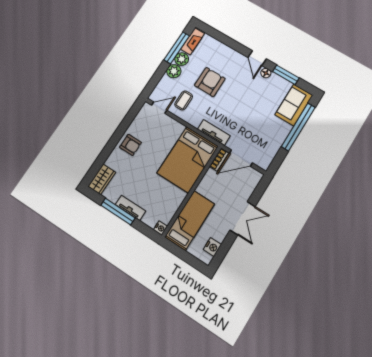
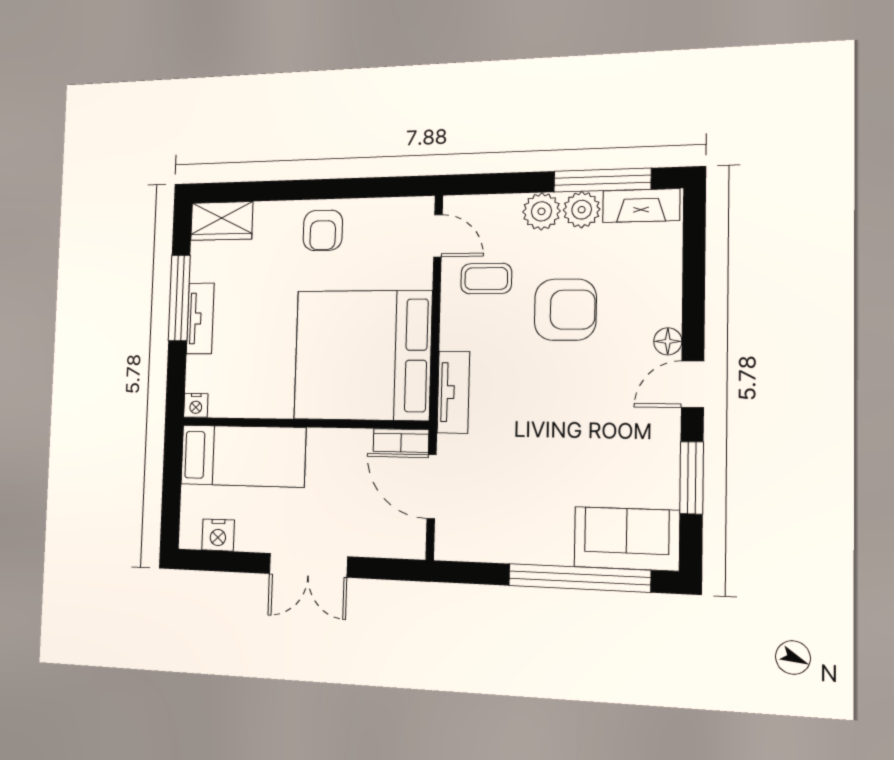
floor lamp: (266, 73) -> (668, 341), moved
bed: (188, 160) -> (363, 355), width x1.36

